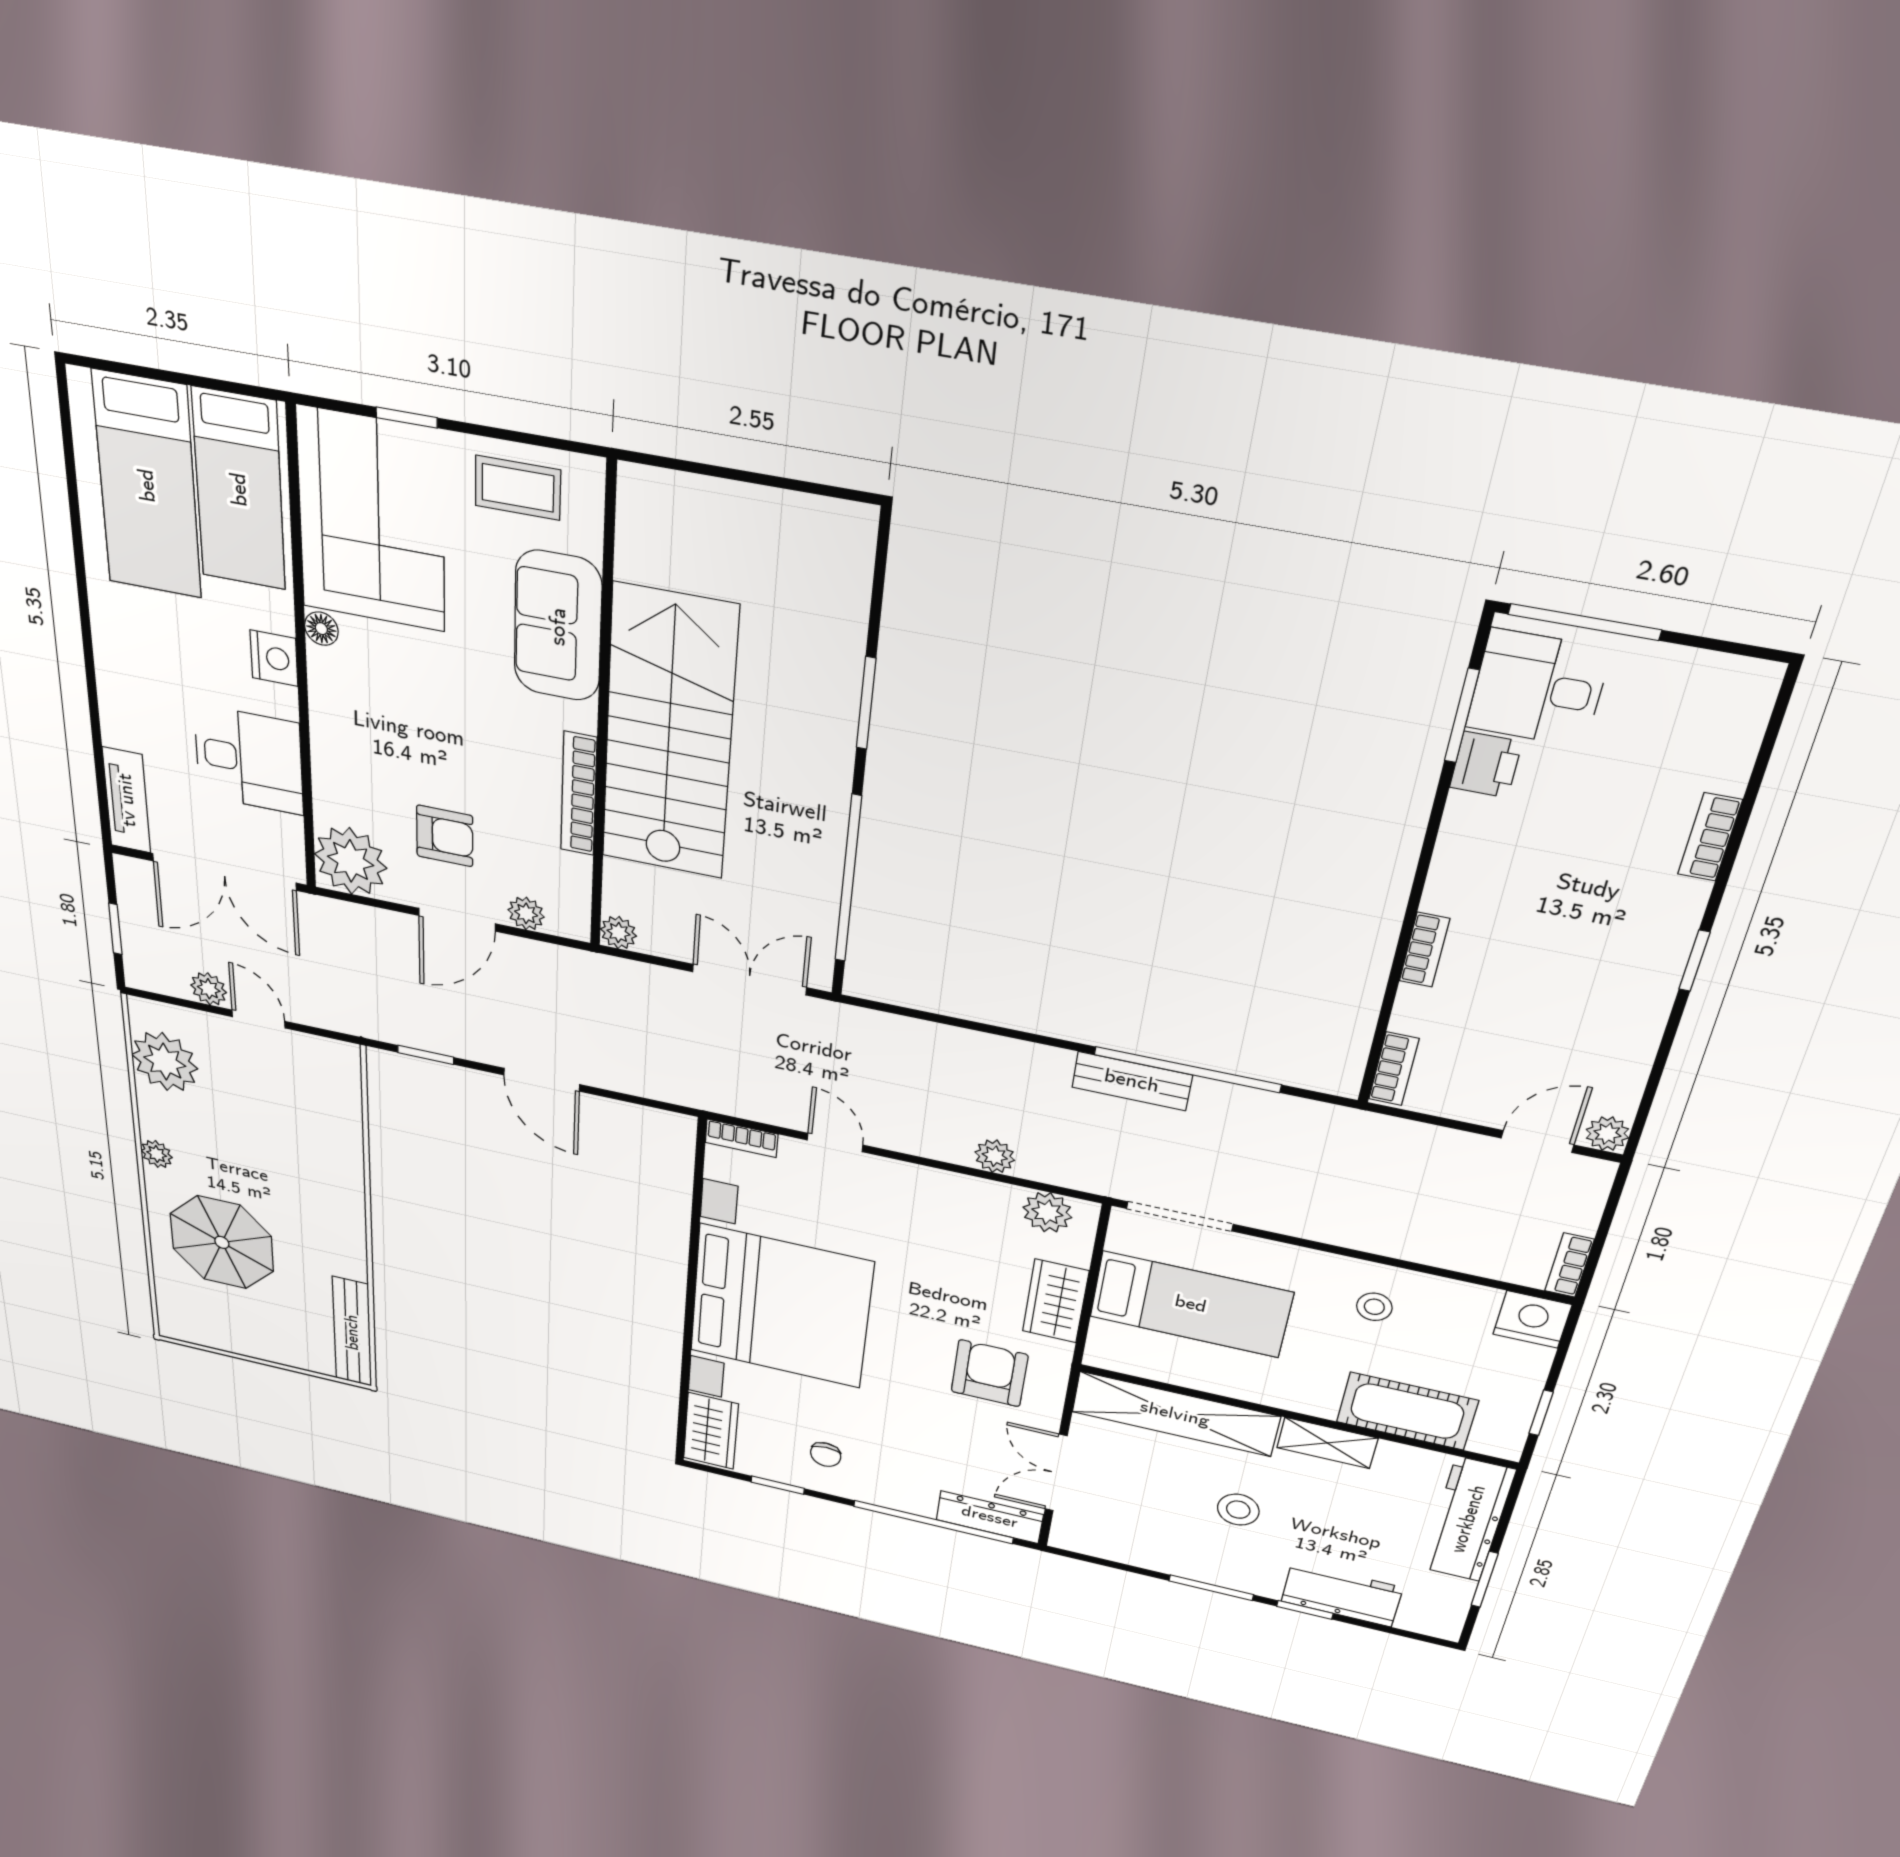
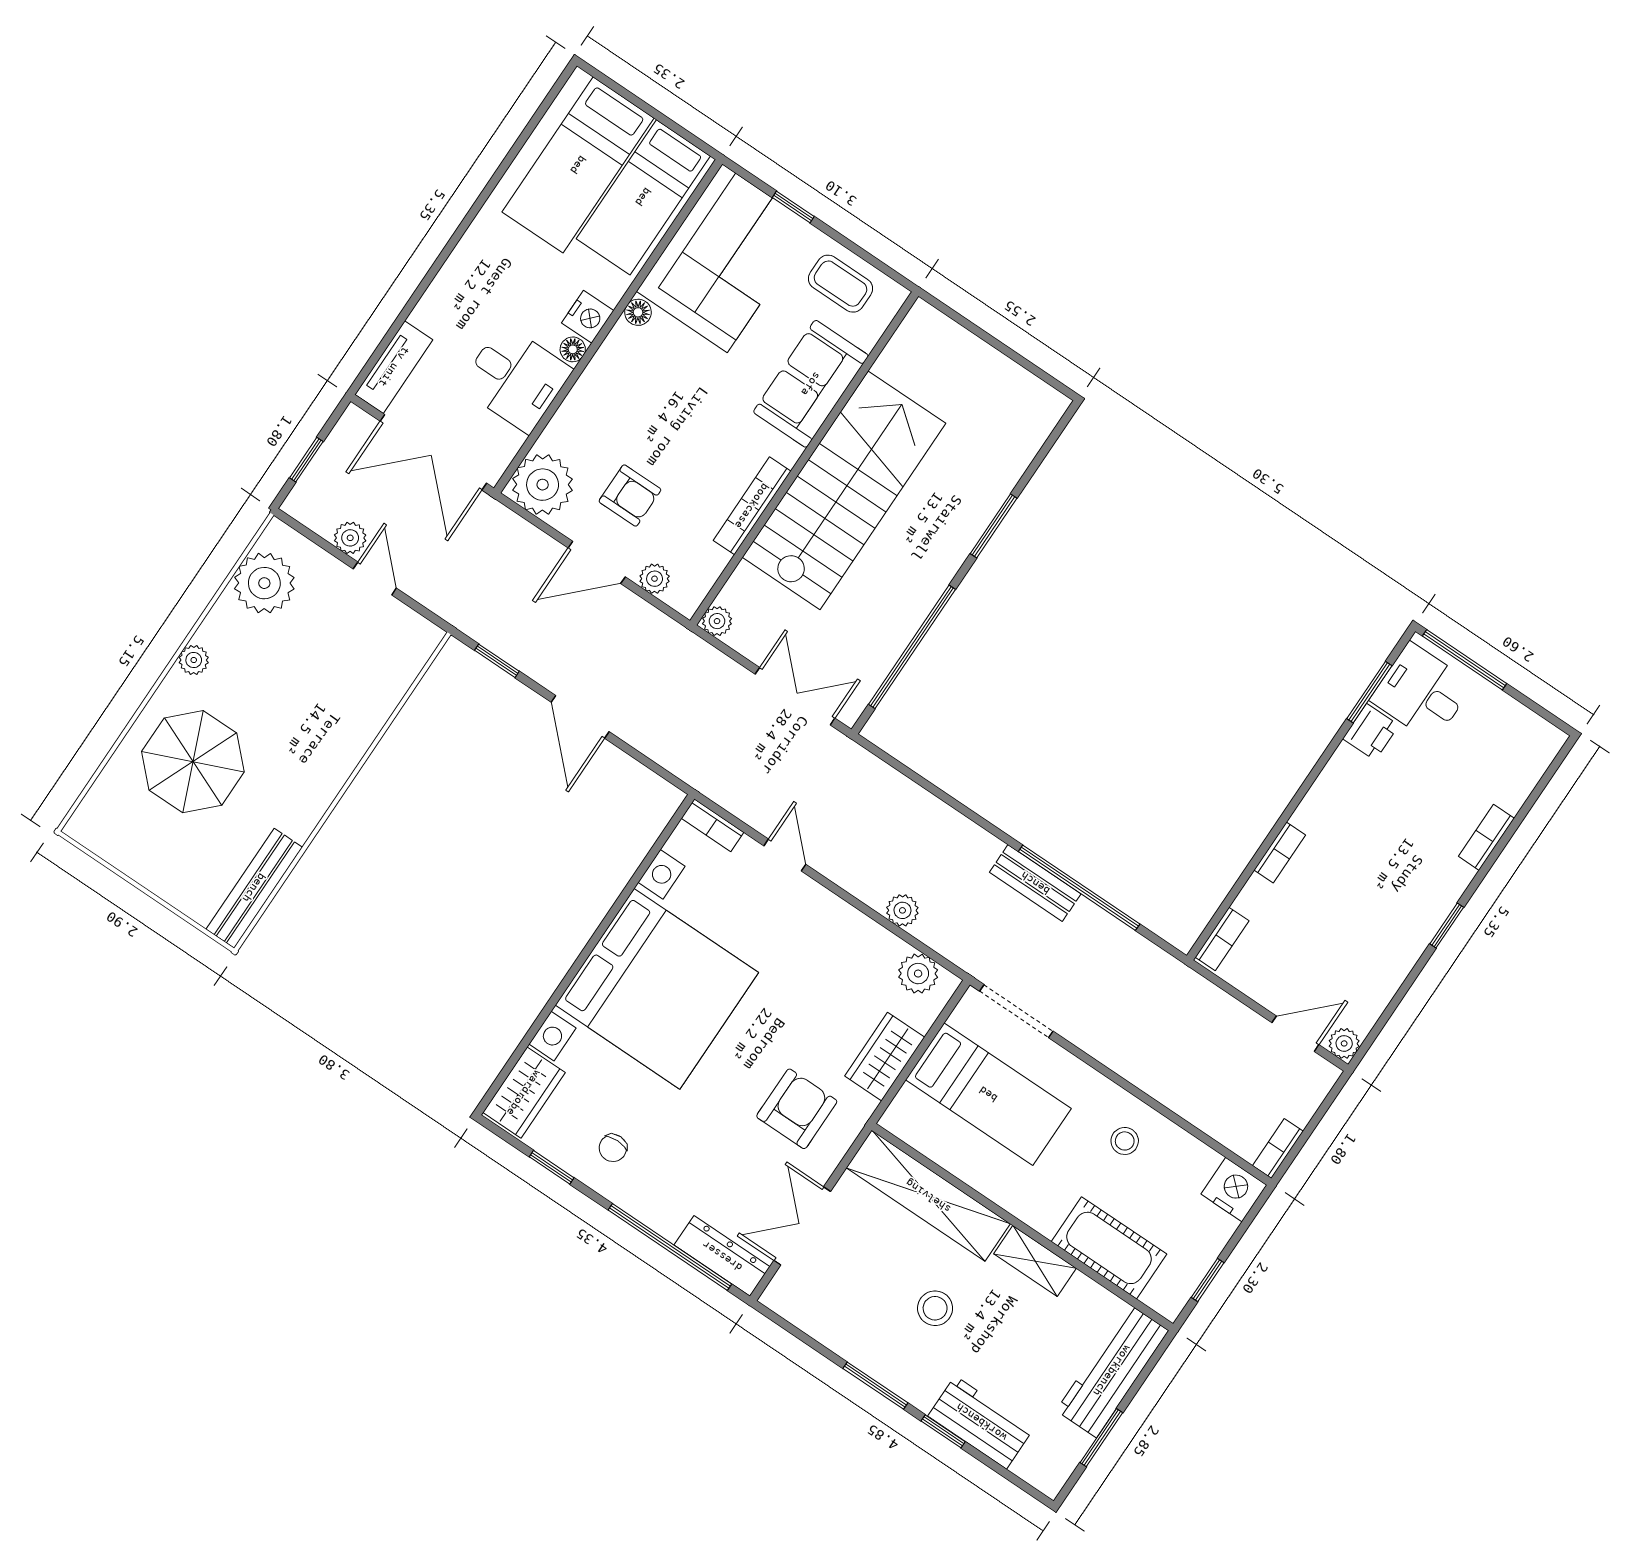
floor lamp: (283, 702) -> (573, 349), added

